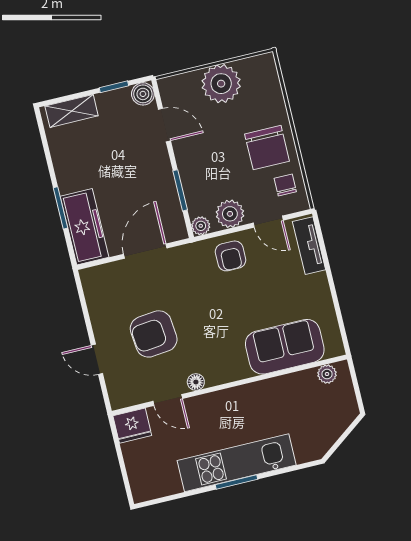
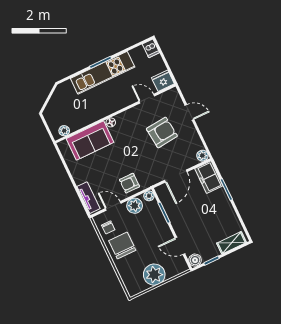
freezer: (85, 227) -> (209, 177), width x0.71
armchair: (231, 256) -> (129, 183), turned -90
plant: (90, 277) -> (202, 156), added
floor lamp: (196, 382) -> (111, 122), moved
dishwasher: (141, 488) -> (151, 48), added

